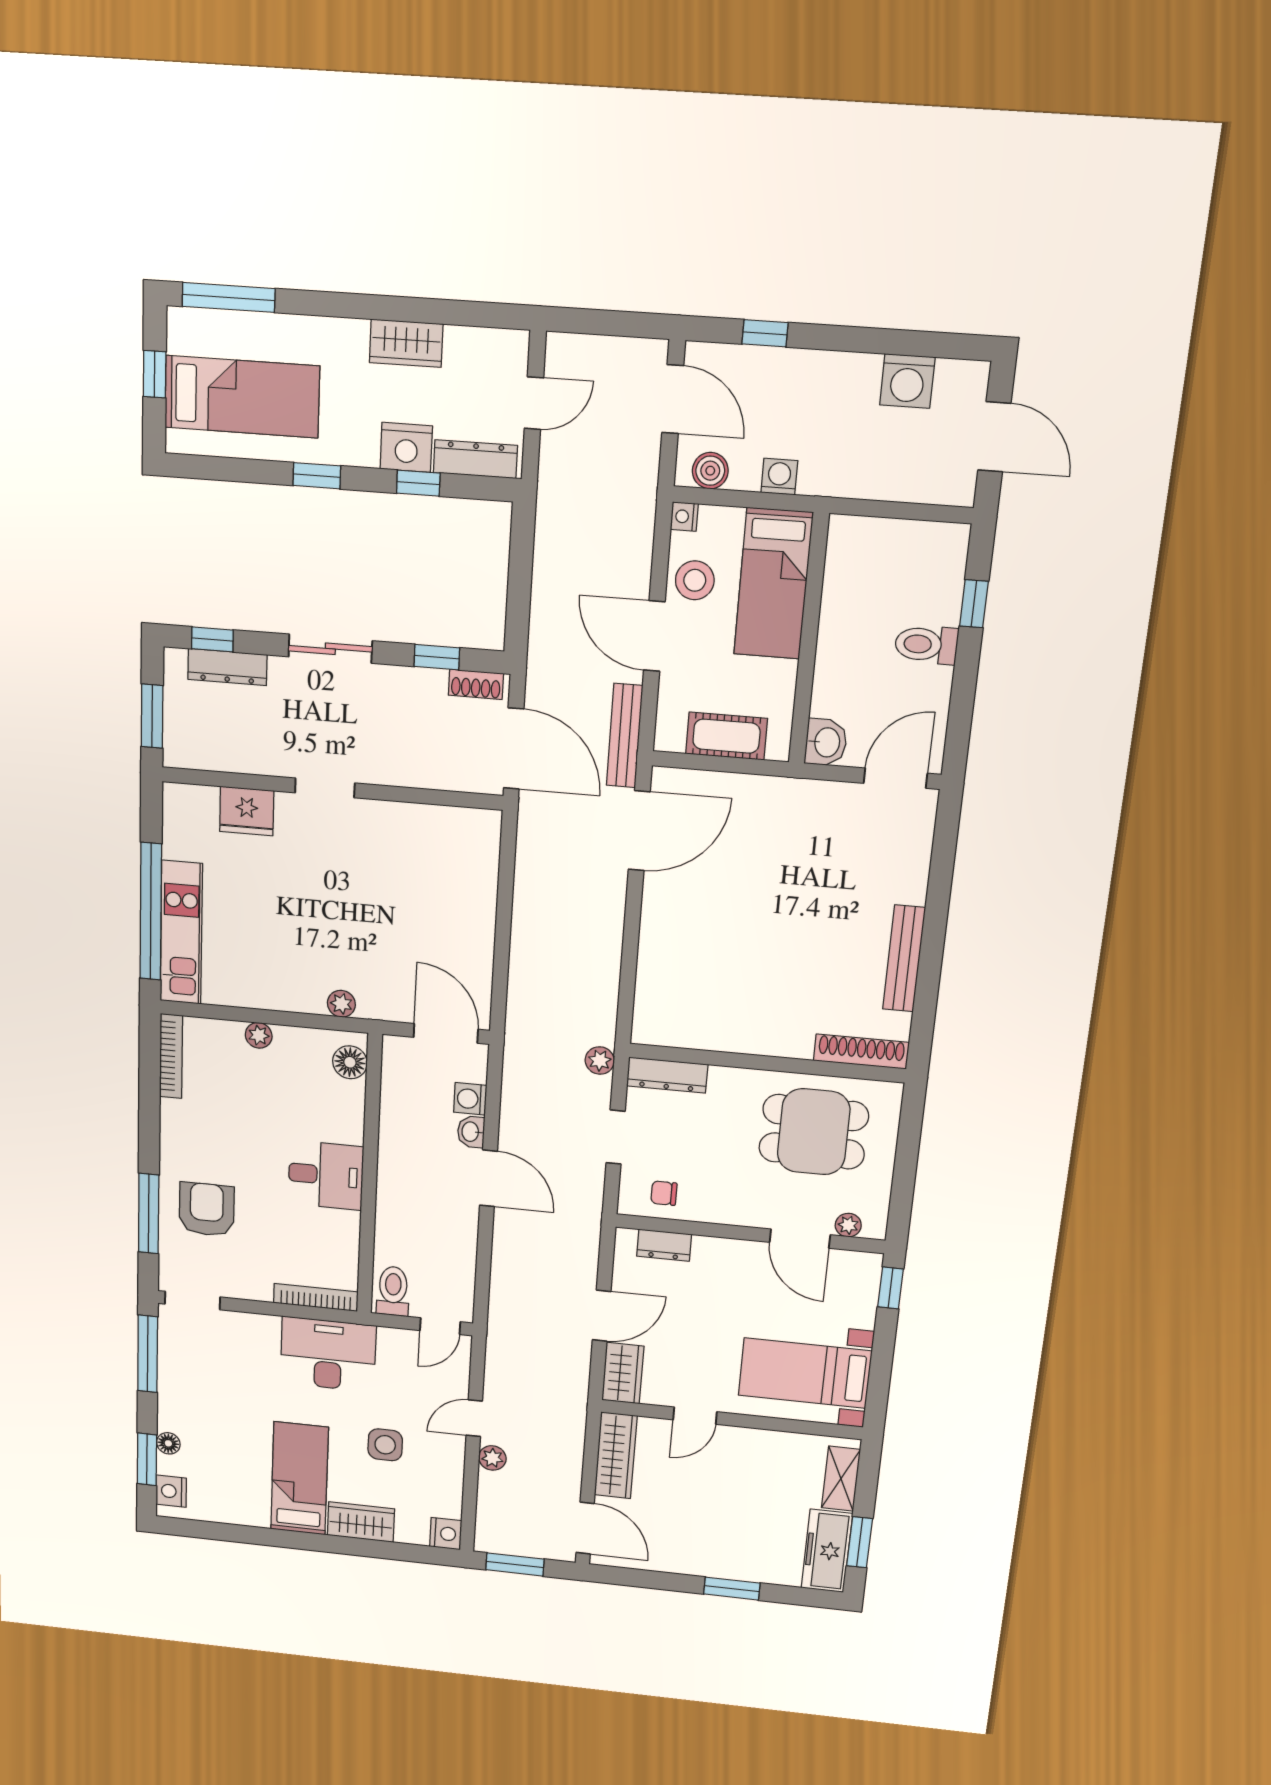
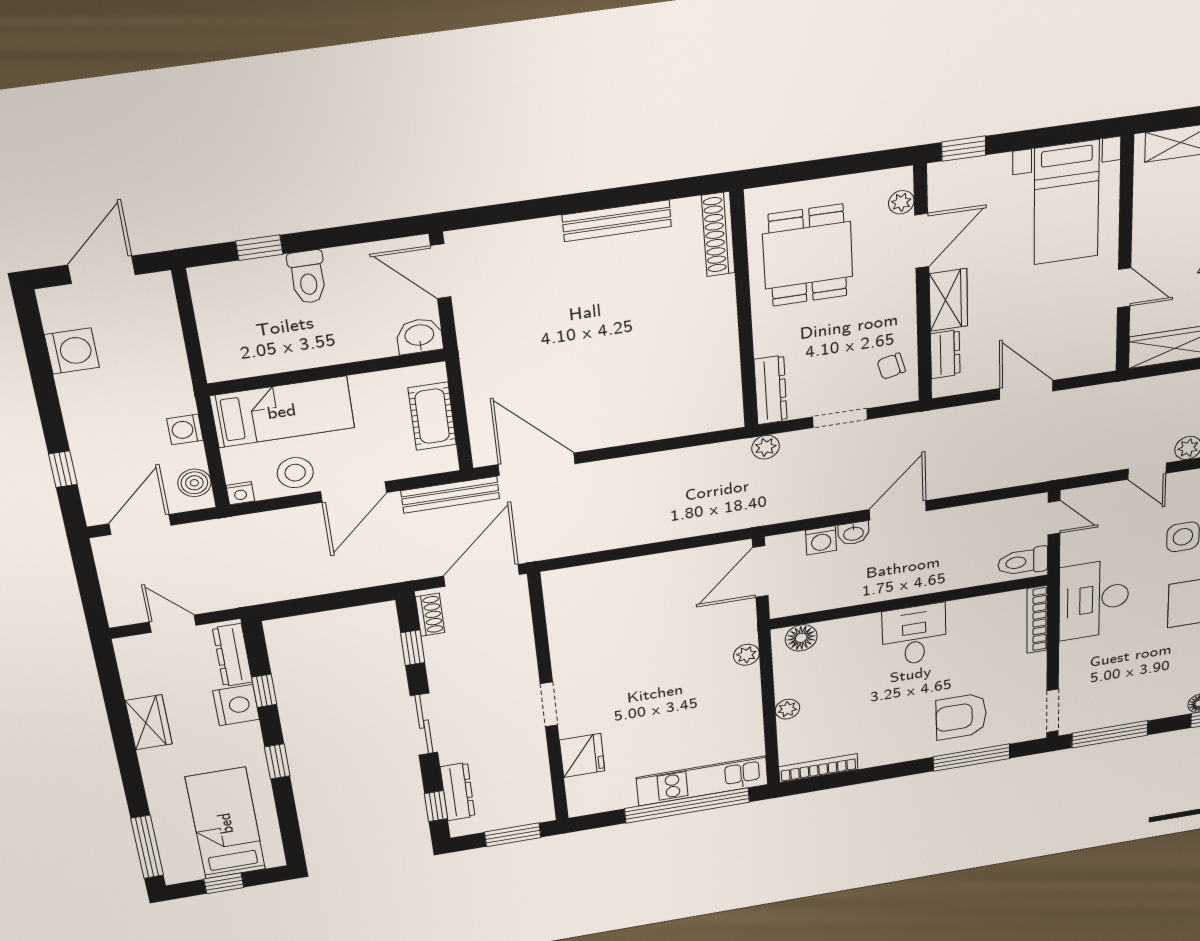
chair: (664, 1193) -> (891, 366), turned 76
wardrobe: (623, 1373) -> (948, 300), moved, turned 90

